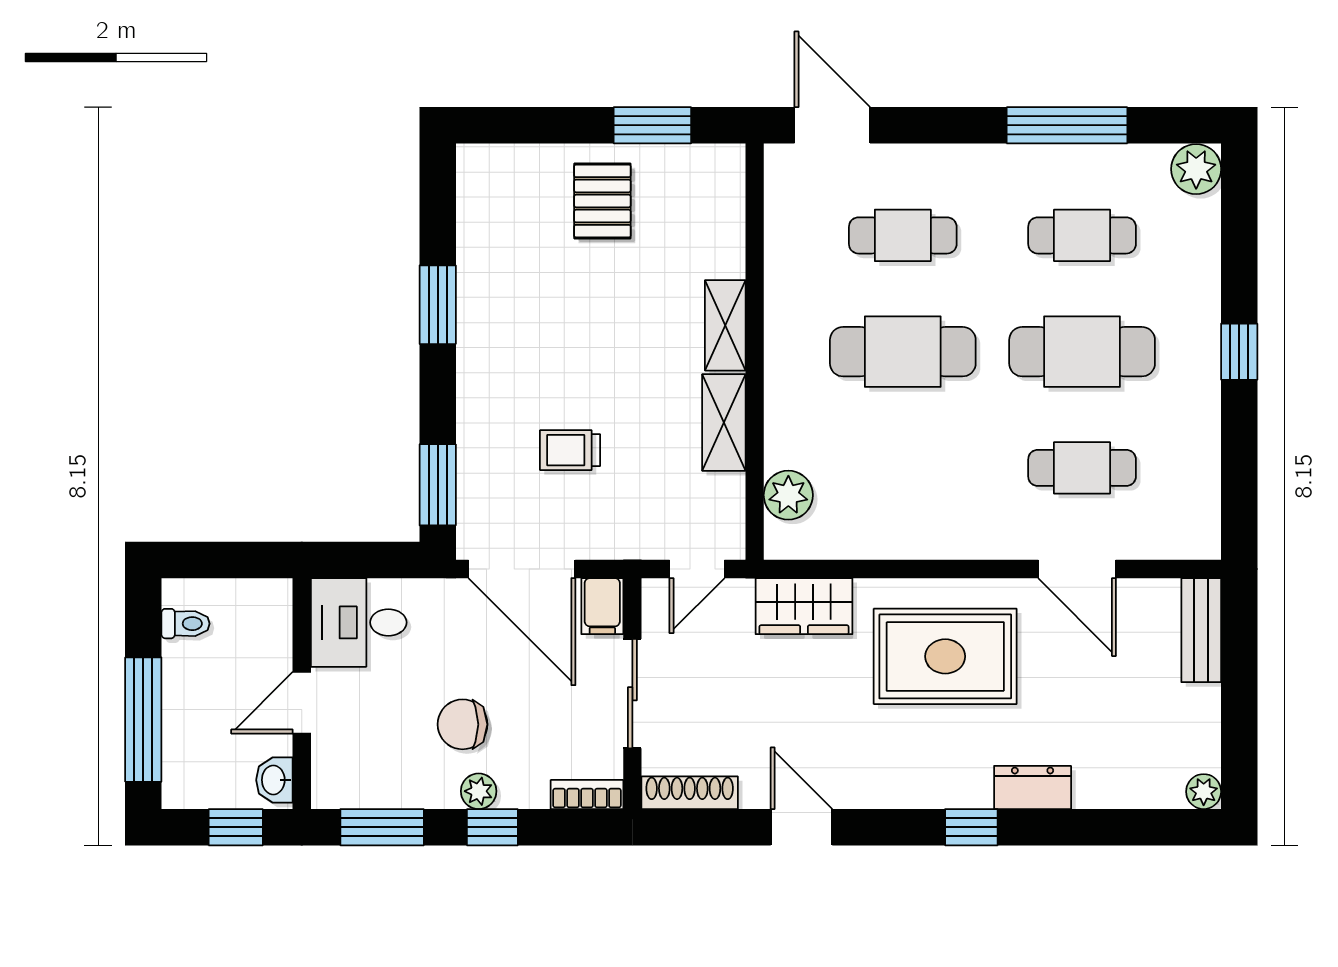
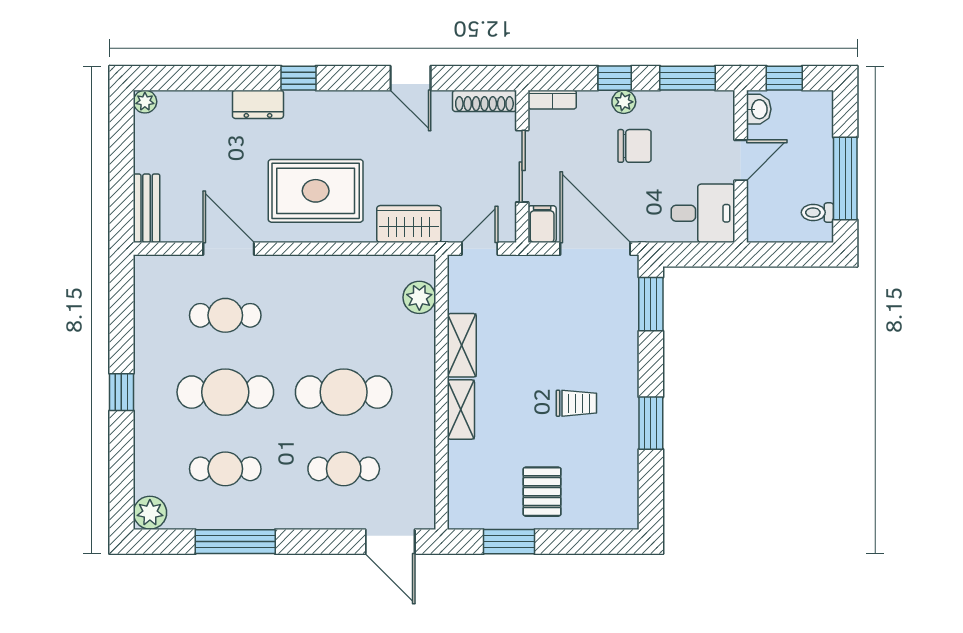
trolley: (570, 450) -> (576, 403), moved
window: (143, 720) -> (845, 178), moved

